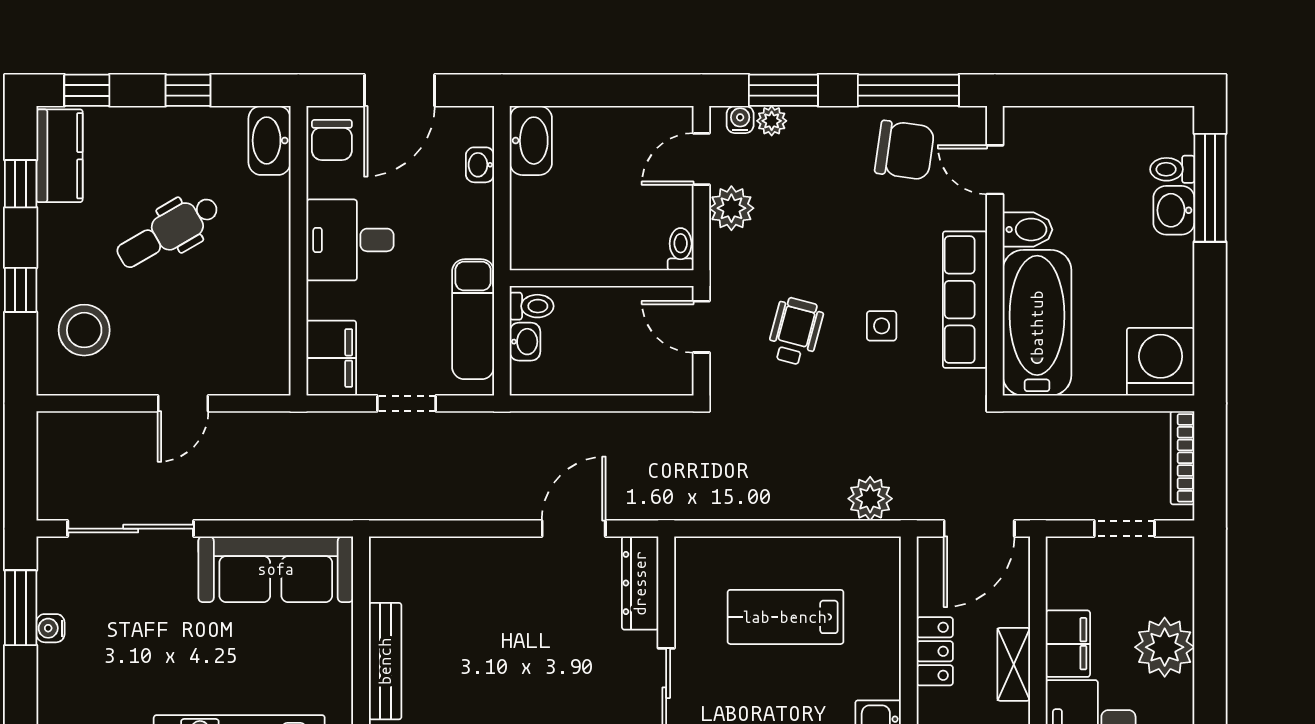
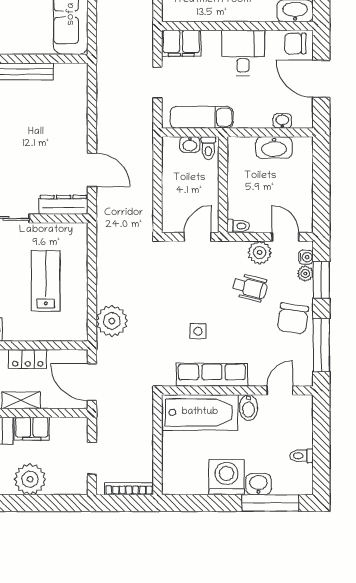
washbasin: (531, 141) -> (274, 148), moved
chair: (905, 150) -> (293, 319), moved
toilet: (1172, 169) -> (302, 456), moved, turned -90
wheelchair: (795, 331) -> (250, 288), moved
washing machine: (1161, 362) -> (226, 477), moved, turned -90
plant: (870, 499) -> (112, 321), width x1.36, depth x1.36

